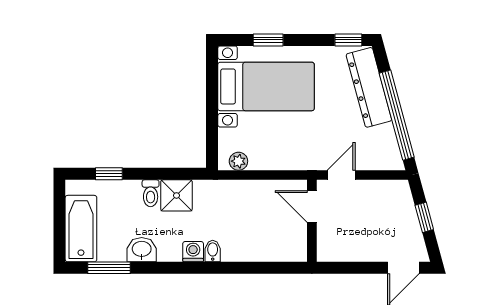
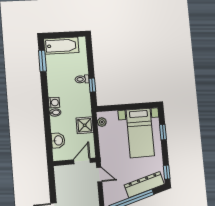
window: (109, 174) -> (92, 85), moved
shower: (176, 195) -> (85, 125), moved
washbasin: (142, 250) -> (58, 140), moved

